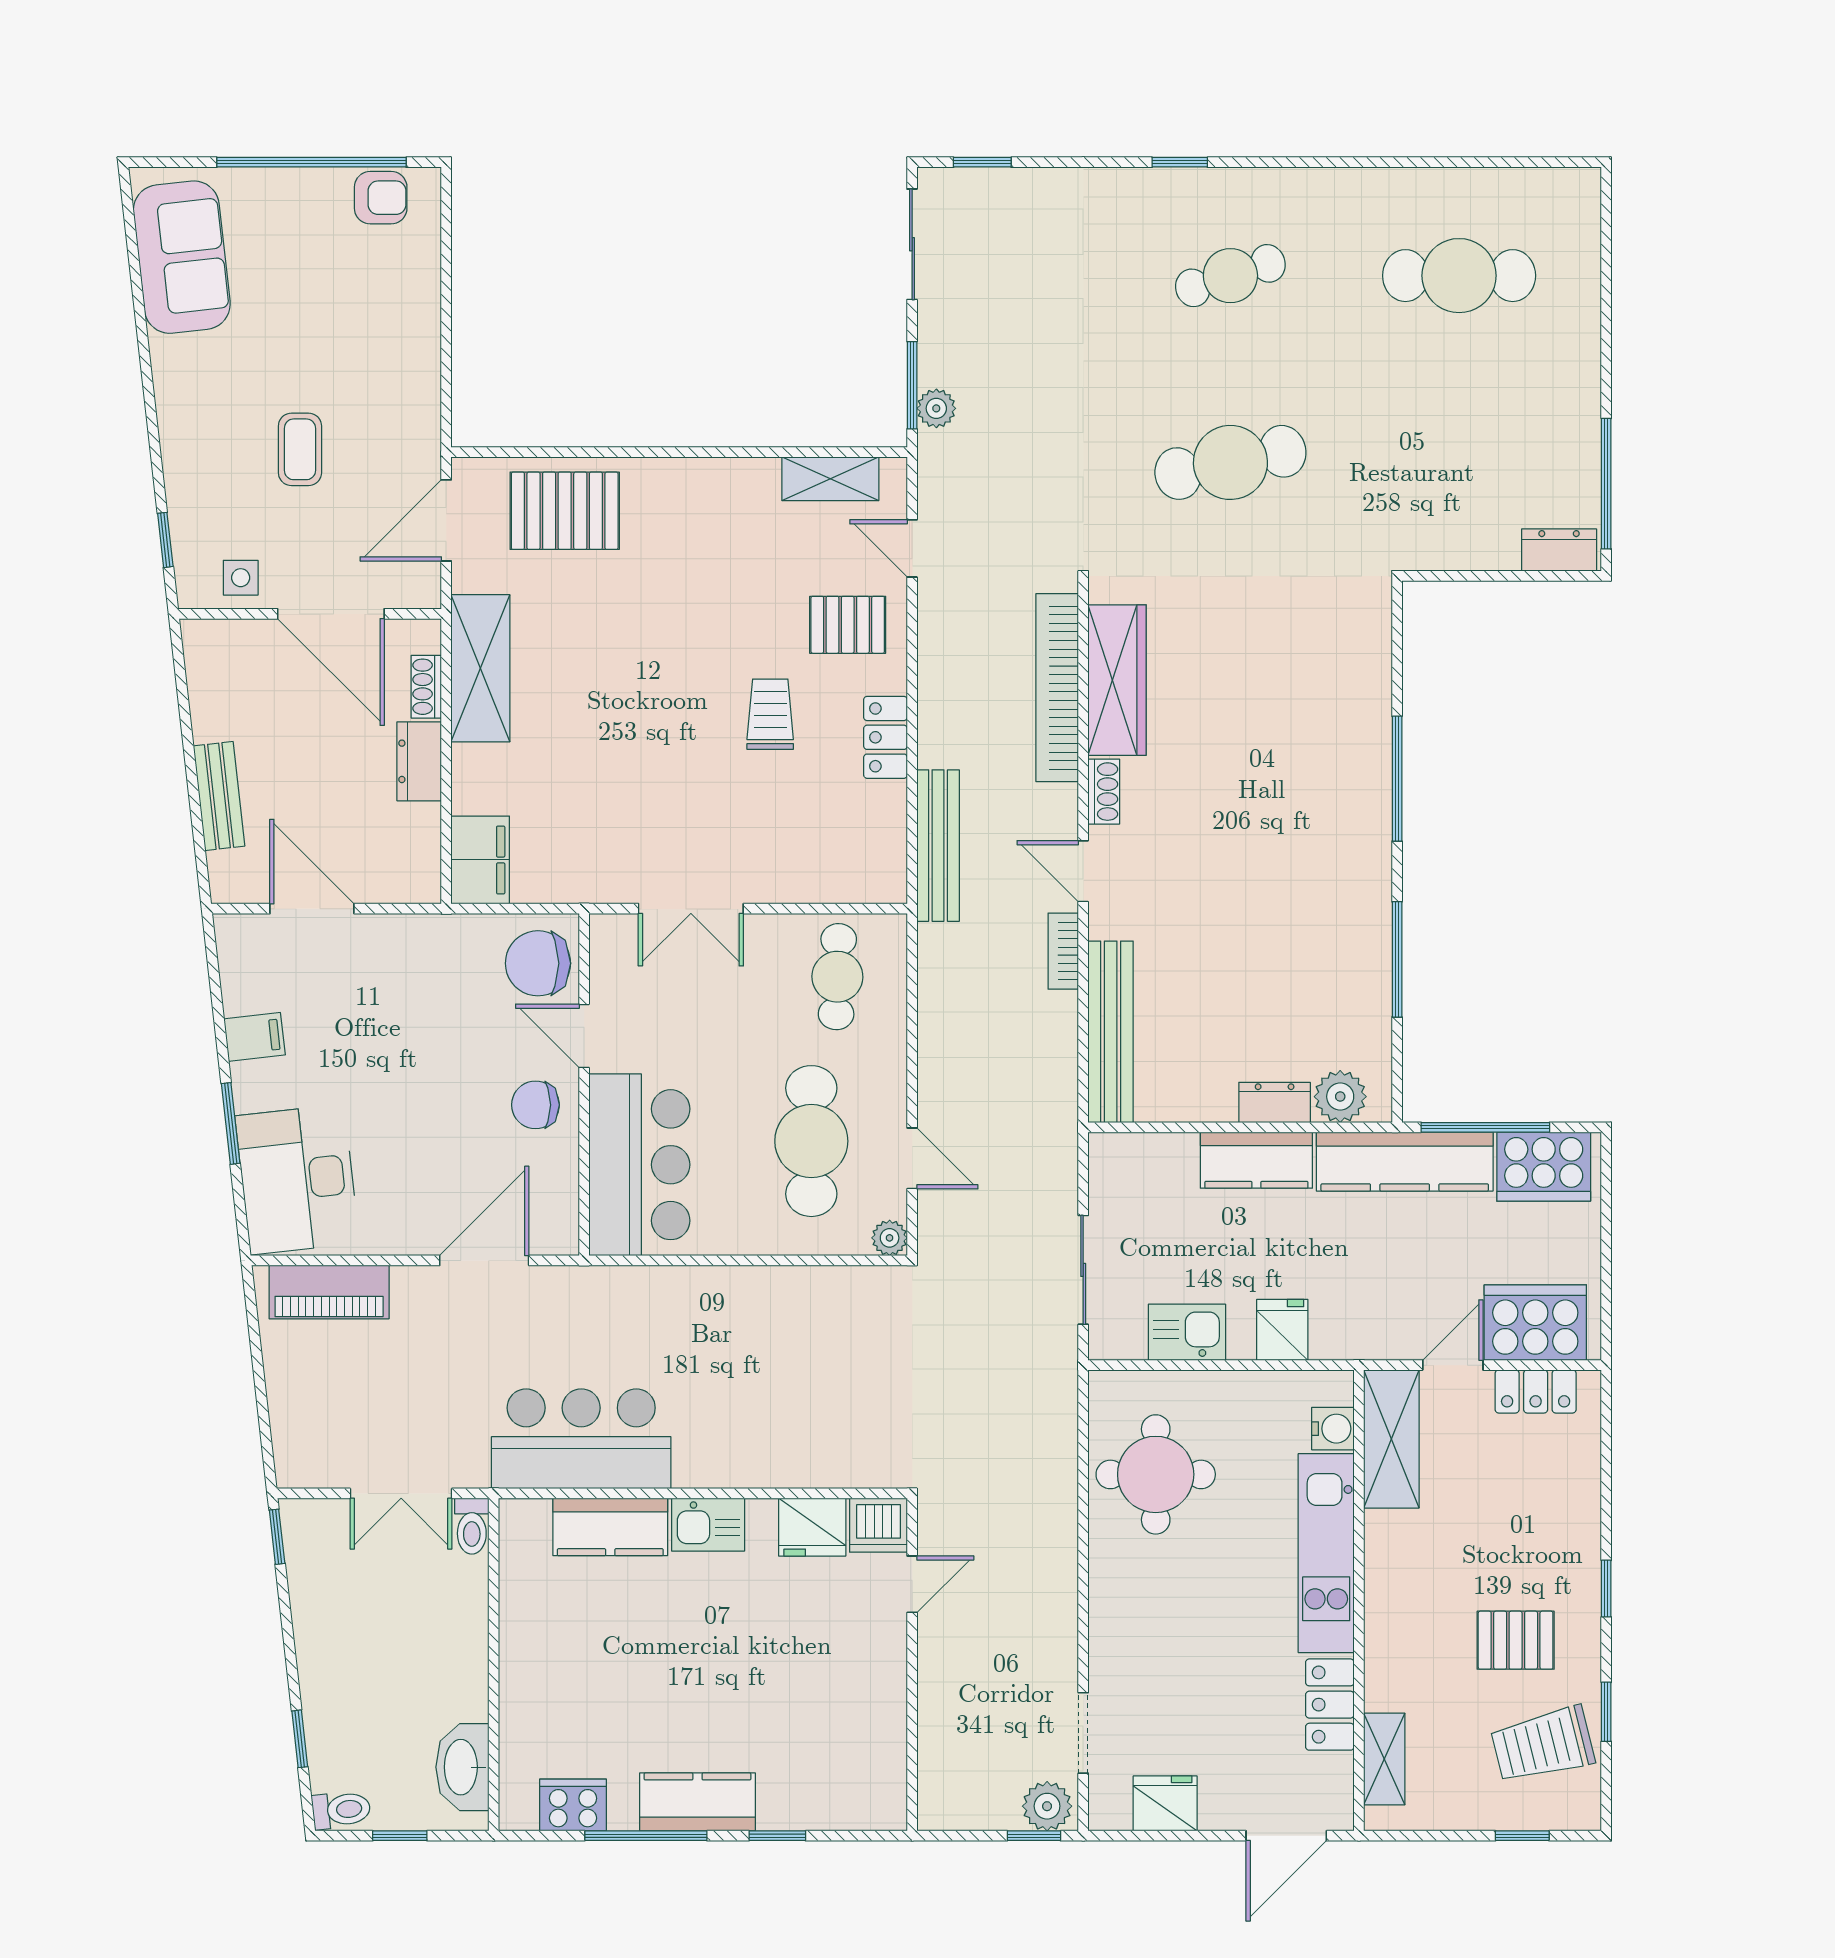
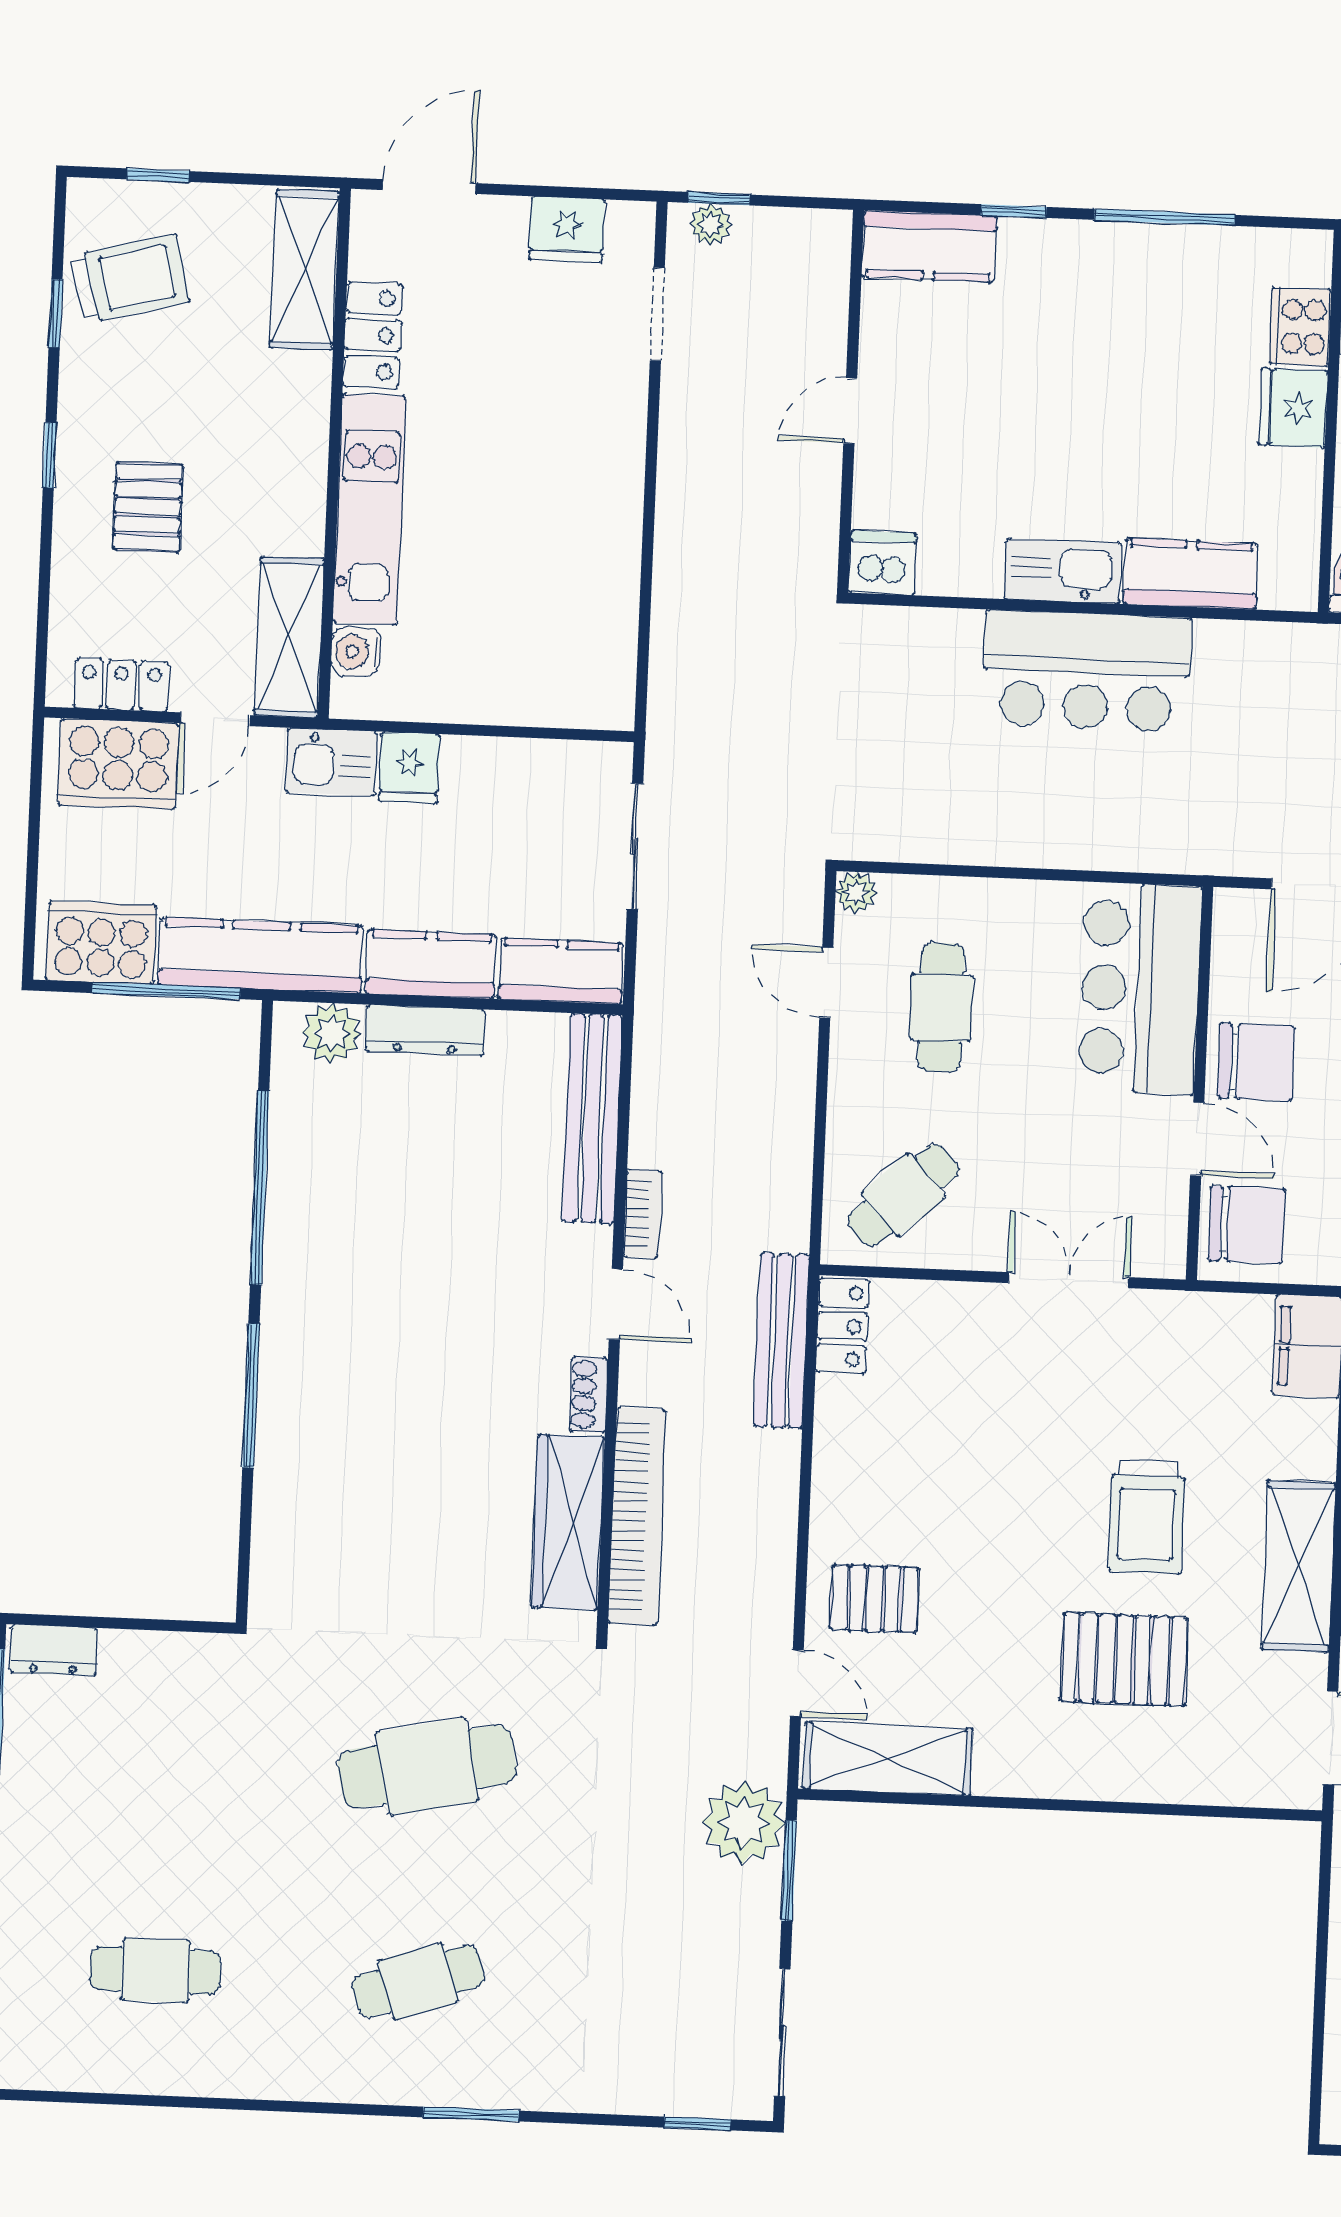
window: (1180, 162) -> (471, 2114), width x1.50
cafe table: (1459, 276) -> (155, 1970), width x0.73, depth x0.74
plant: (936, 408) -> (744, 1823), width x1.88, depth x1.88
shelving: (830, 479) -> (888, 1759), width x1.50, depth x1.33
pallet: (565, 511) -> (1124, 1659), moved
trolley: (770, 714) -> (1147, 1516), moved, width x1.36, depth x1.39
locker: (885, 737) -> (843, 1326), moved
window: (1397, 959) -> (260, 1188), width x1.46
cafe table: (837, 977) -> (903, 1195), turned 45
dresser: (1275, 1102) -> (425, 1030), width x1.44
chair: (535, 1105) -> (1256, 1062), width x1.37, depth x1.37
cafe table: (811, 1141) -> (941, 1007), width x0.73, depth x0.74
kitchen counter: (1143, 1159) -> (561, 971), added
kitchen sink: (1187, 1332) -> (331, 762), moved
bar counter: (581, 1439) -> (1087, 671), moved
round table: (1156, 1474) -> (562, 608), removed
kitchen sink: (708, 1525) -> (1063, 571), width x1.38
fridge: (812, 1527) -> (1293, 408), moved, turned -90
door: (912, 1584) -> (850, 411), moved
pallet: (1516, 1640) -> (148, 507), moved, turned 90
shelving: (1384, 1759) -> (305, 270), width x1.50, depth x1.33
kitchen counter: (697, 1802) -> (929, 246), moved
cooker: (573, 1805) -> (1300, 327), moved, turned 90
plant: (1047, 1806) -> (711, 225), width x0.73, depth x0.73

